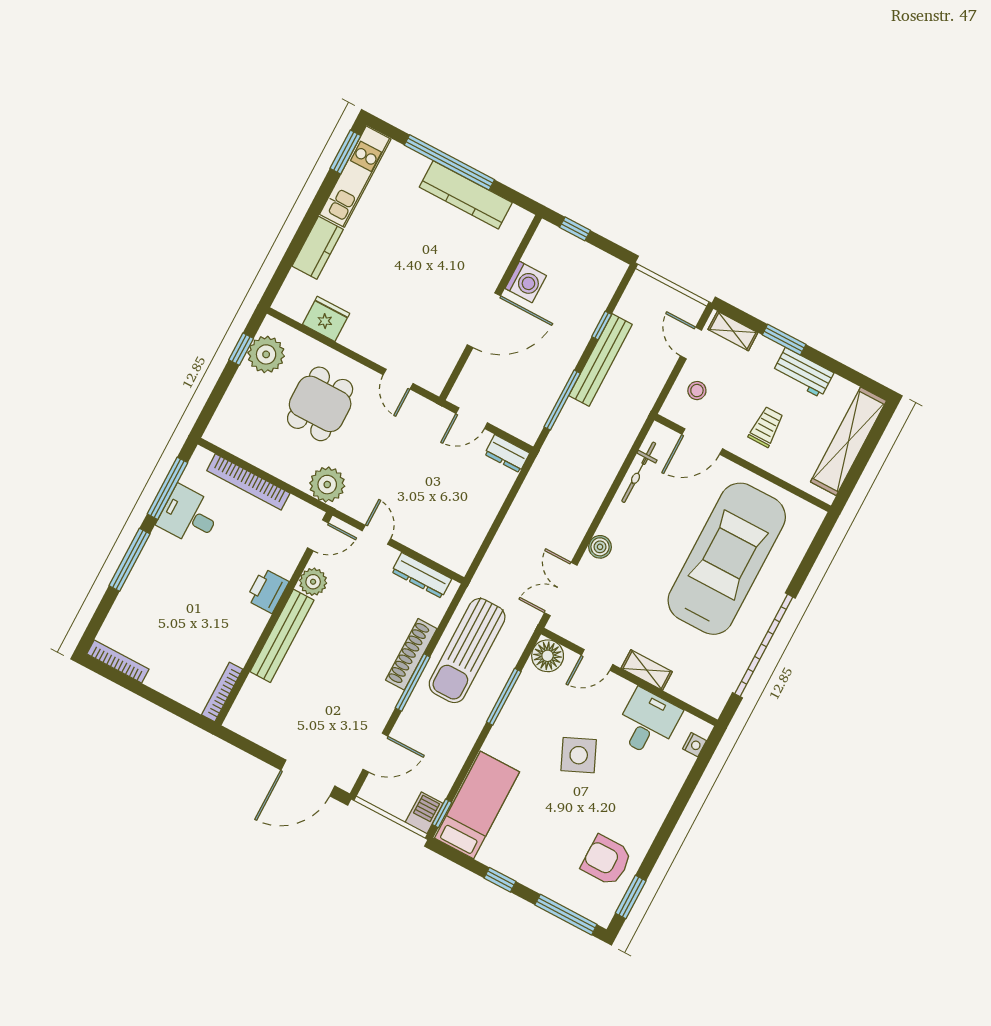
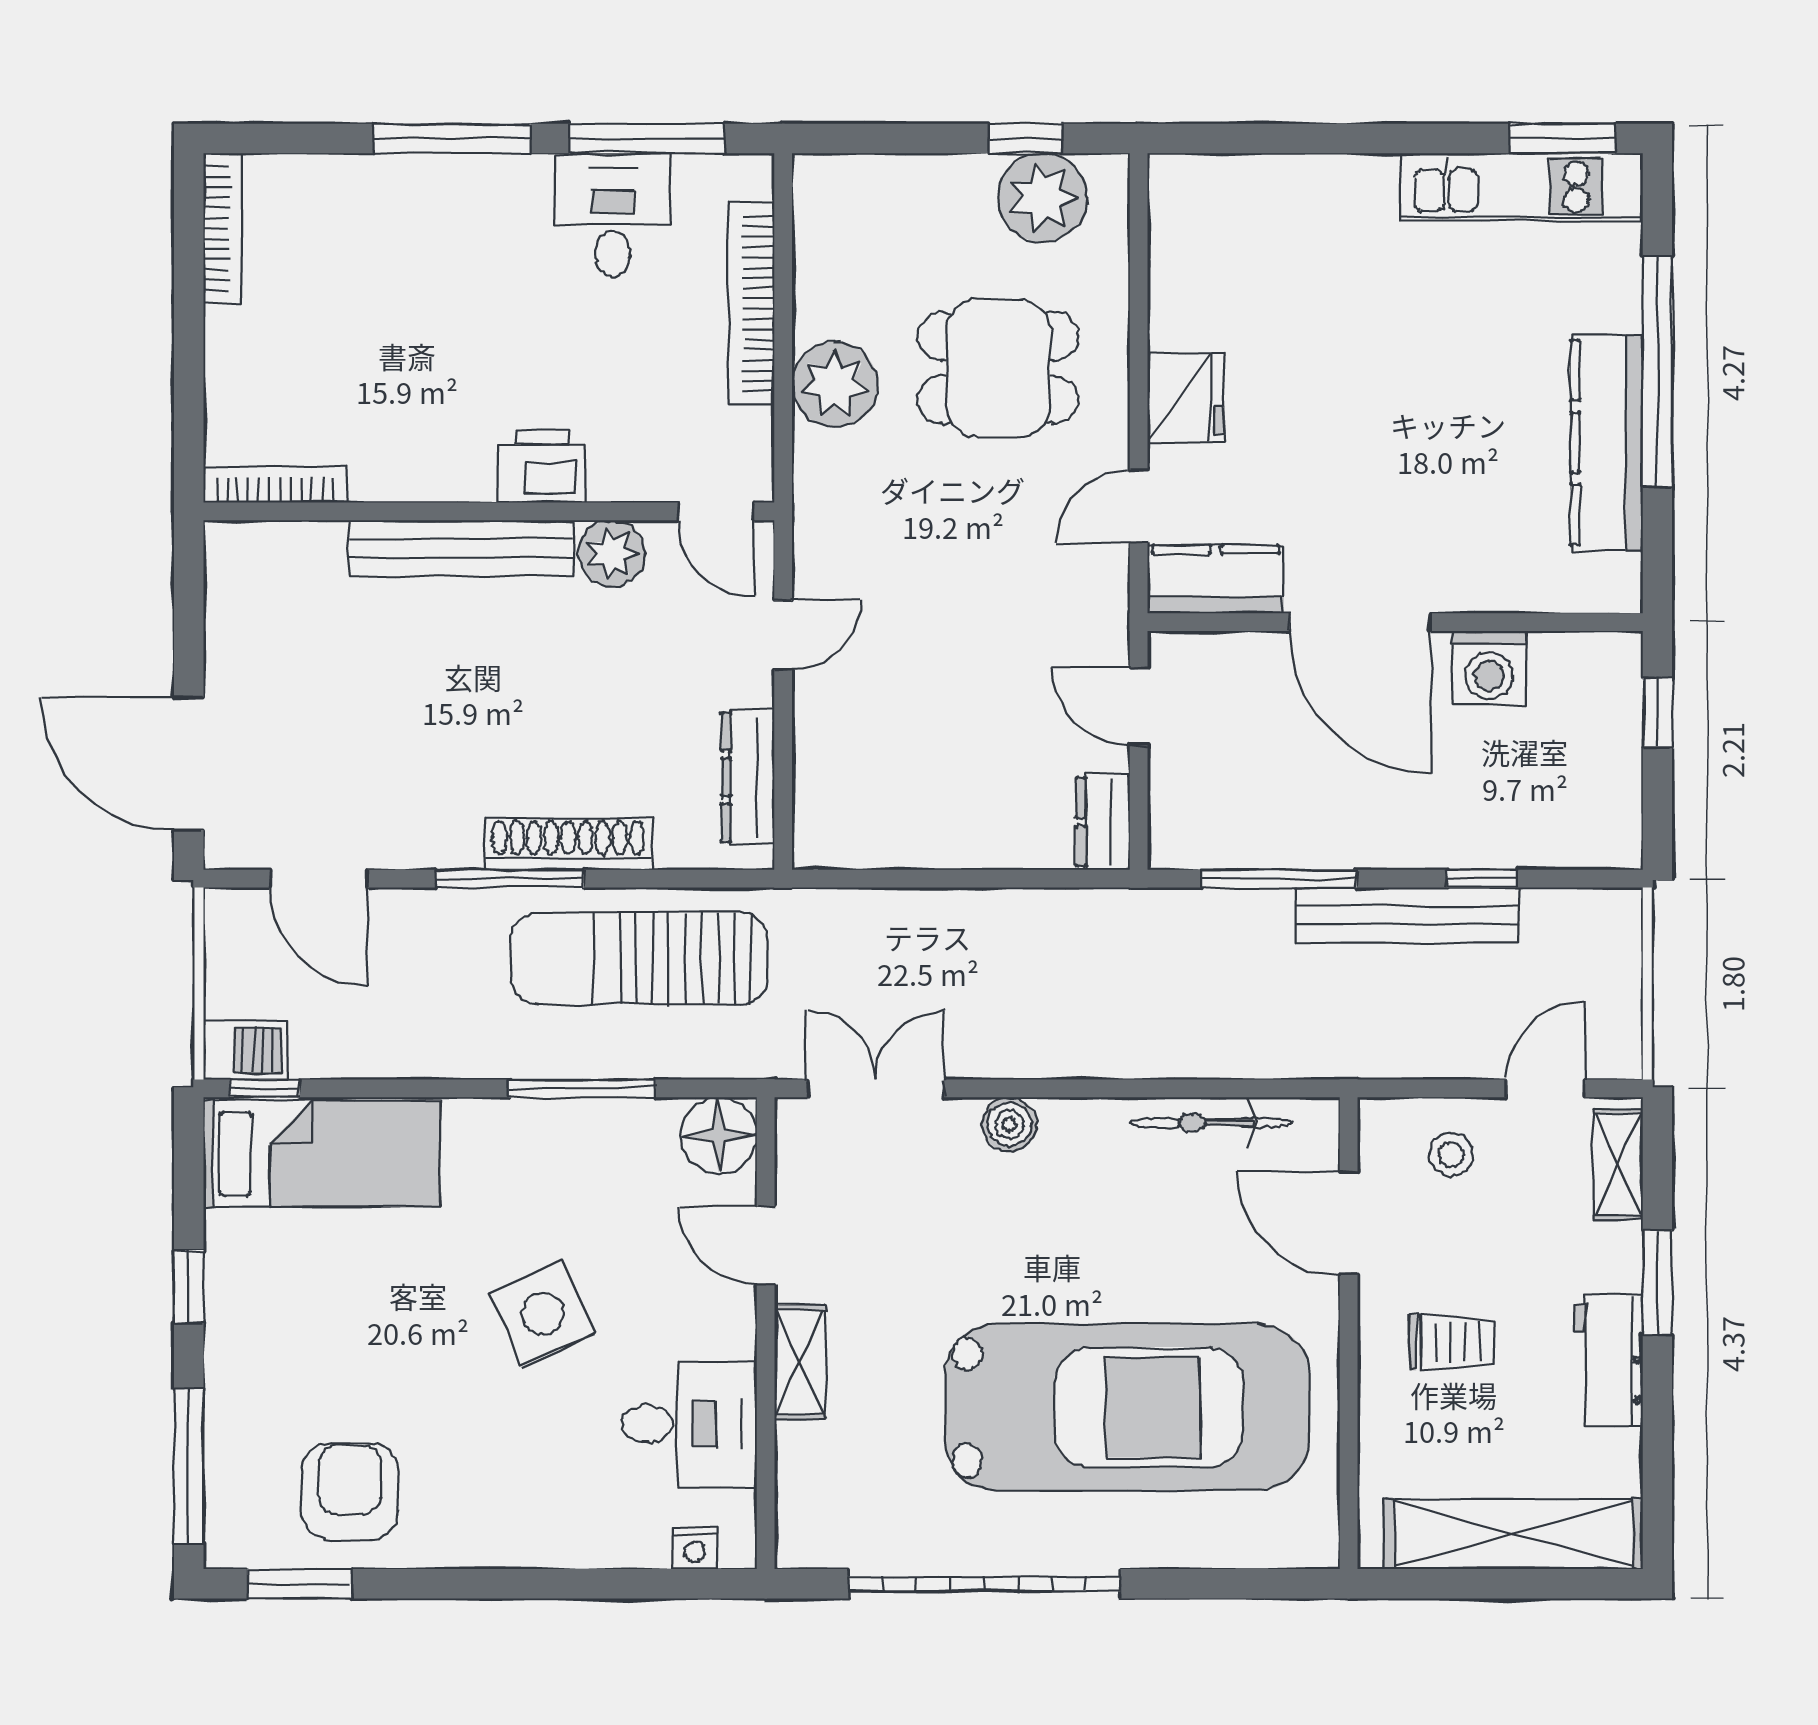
kitchen counter: (318, 248) -> (1216, 579), moved, turned 180
fridge: (326, 319) -> (1186, 398), moved
plant: (327, 485) -> (835, 384), moved

